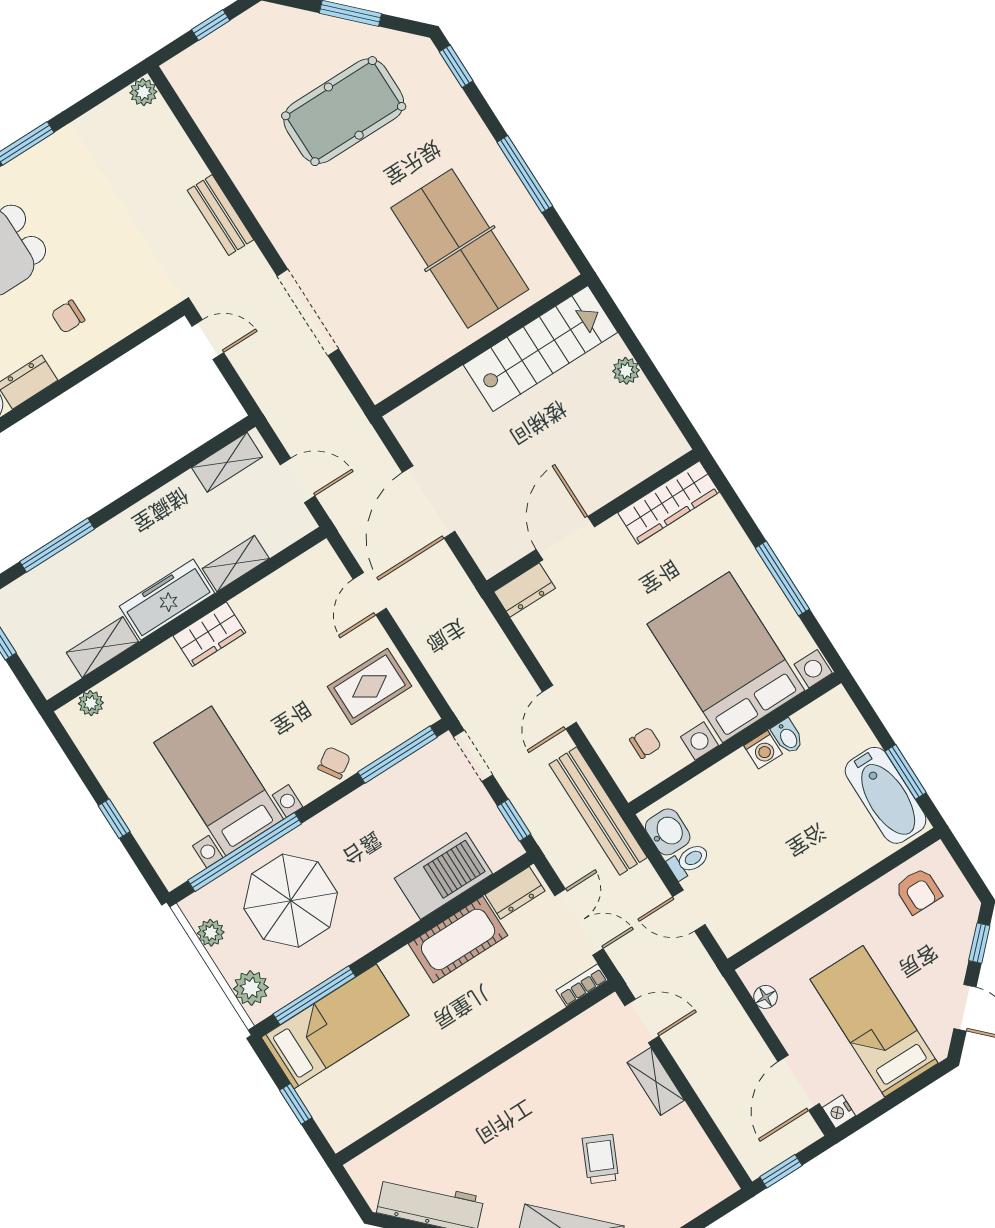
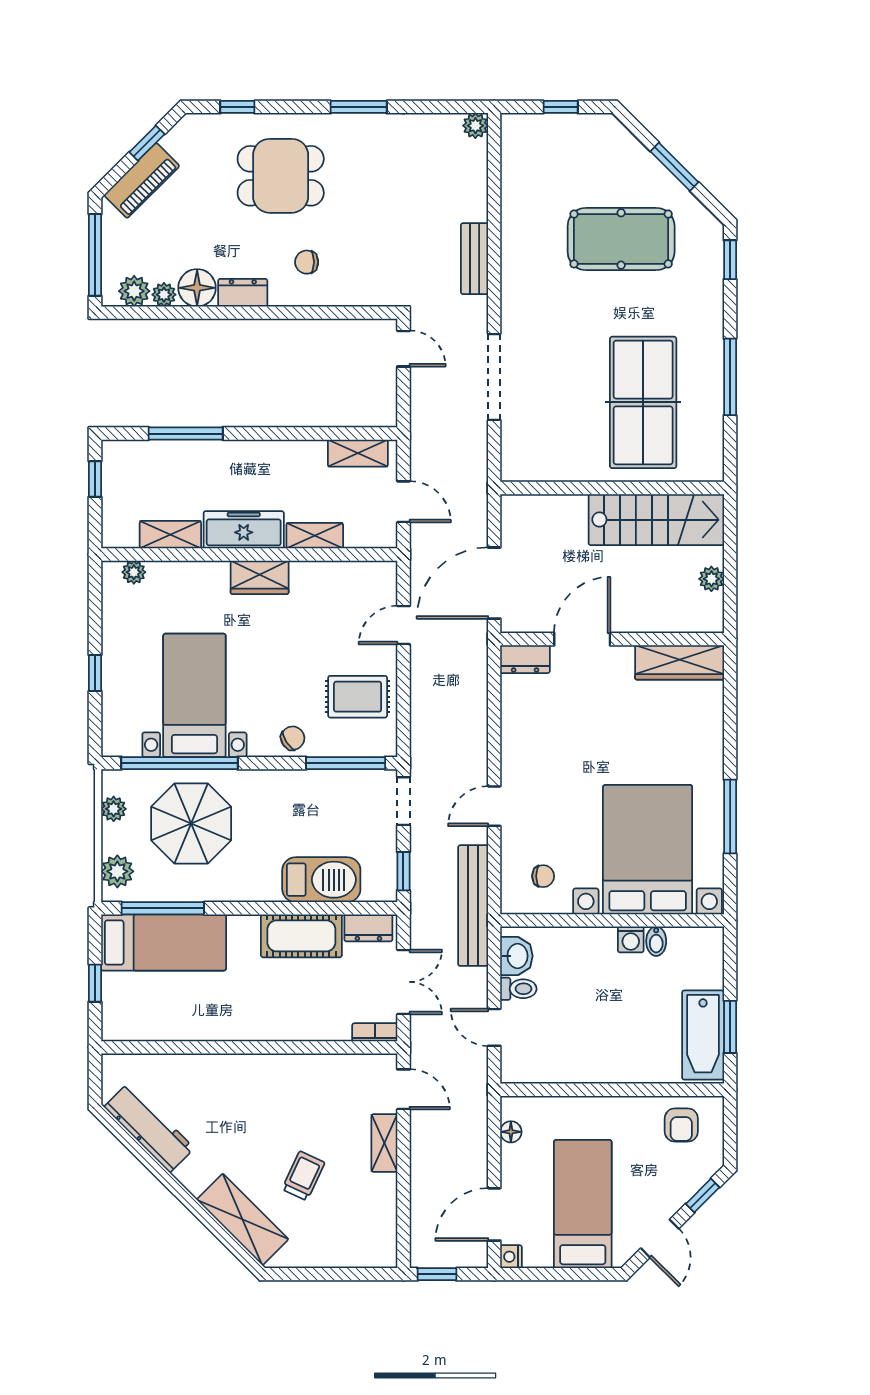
wardrobe: (669, 502) -> (680, 662), moved
wall: (593, 521) -> (612, 639), moved
door: (565, 538) -> (582, 639), moved
dresser: (525, 590) -> (525, 659), moved

